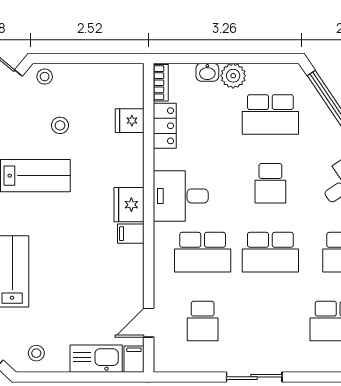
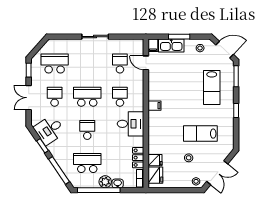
window: (246, 58) -> (99, 190), added
fridge: (129, 205) -> (155, 175), moved
school desk: (203, 252) -> (120, 97), width x0.54
door: (149, 323) -> (146, 63), swing flipped
window: (80, 377) -> (179, 37), added

